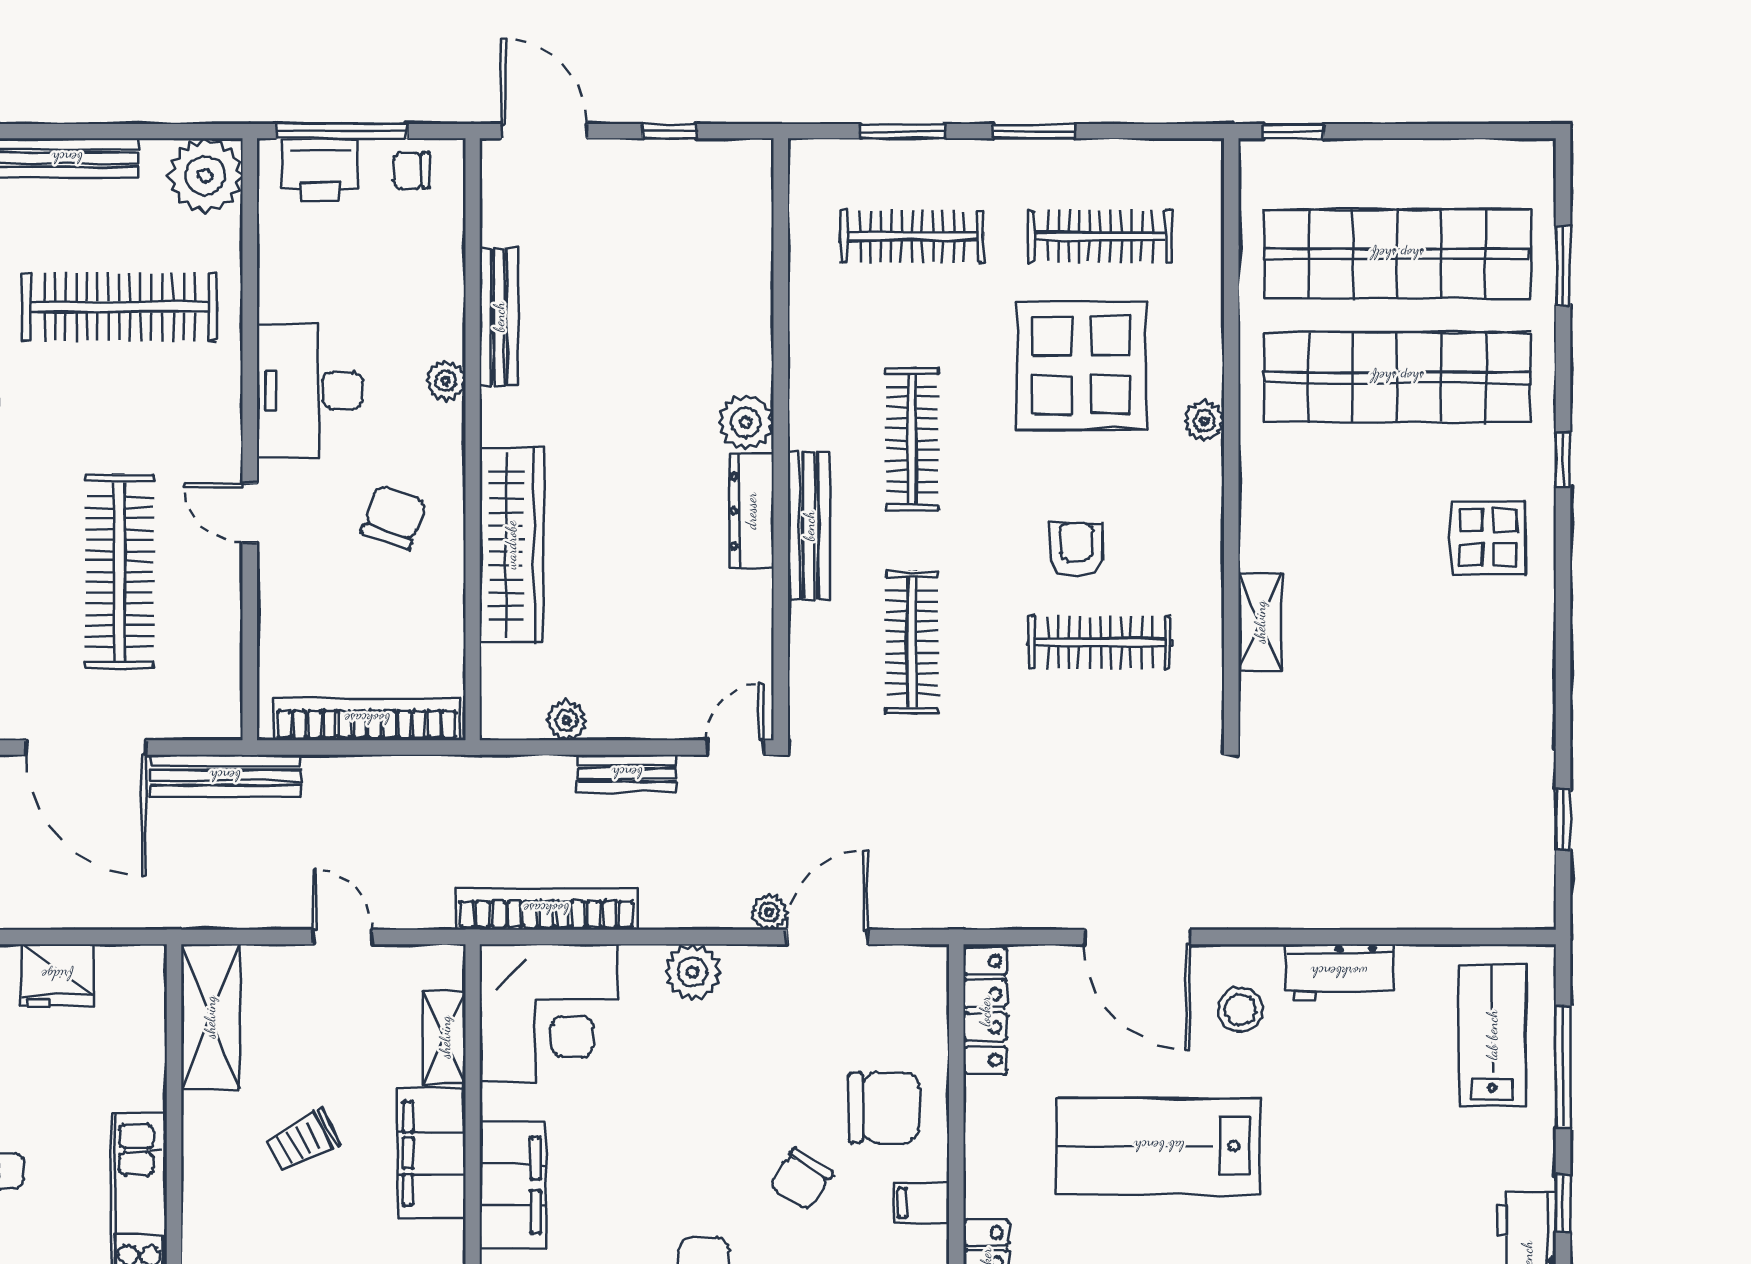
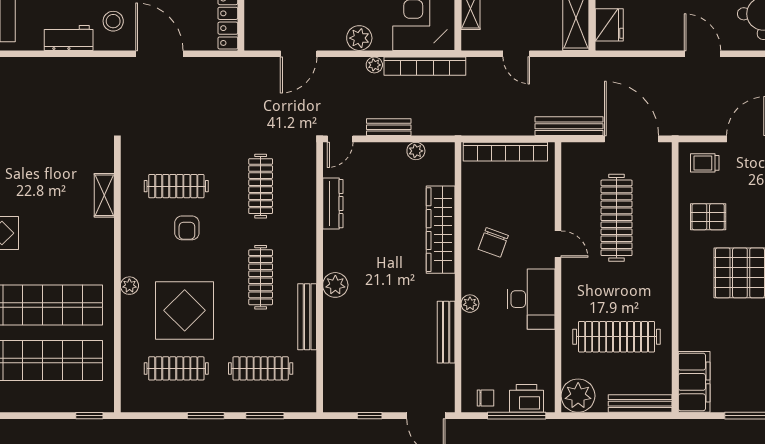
dresser: (751, 511) -> (333, 204), moved
bench: (809, 526) -> (307, 317), moved
plant: (769, 912) -> (374, 65), moved
fridge: (57, 975) -> (609, 25), moved, turned 90

